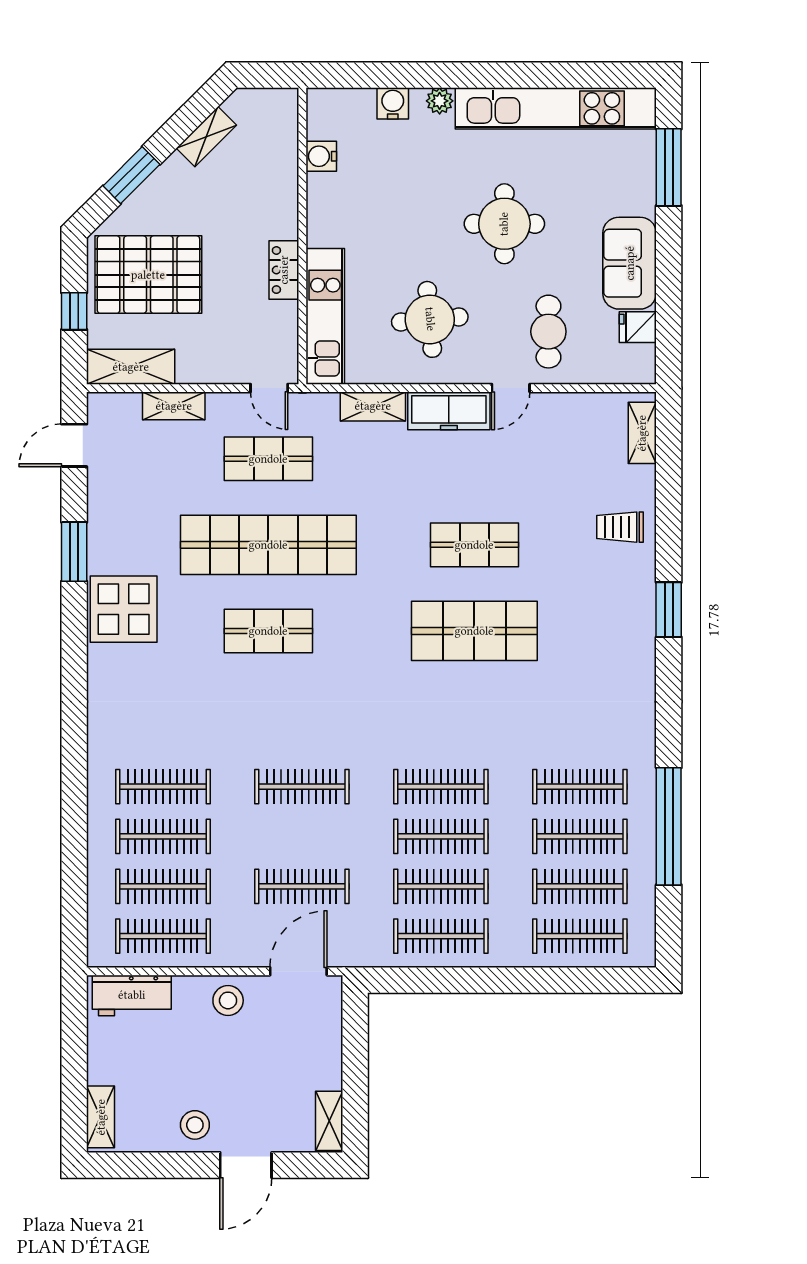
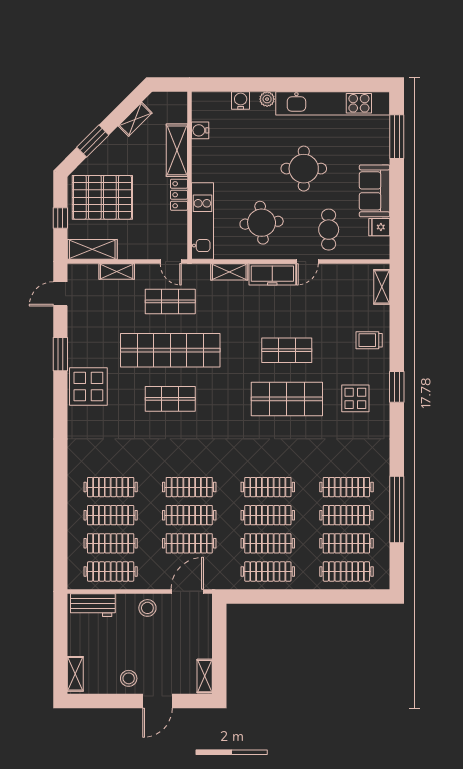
shelving: (280, 192) -> (177, 150), added
display table: (596, 630) -> (355, 398), added
clothes rail: (302, 836) -> (189, 515), added

